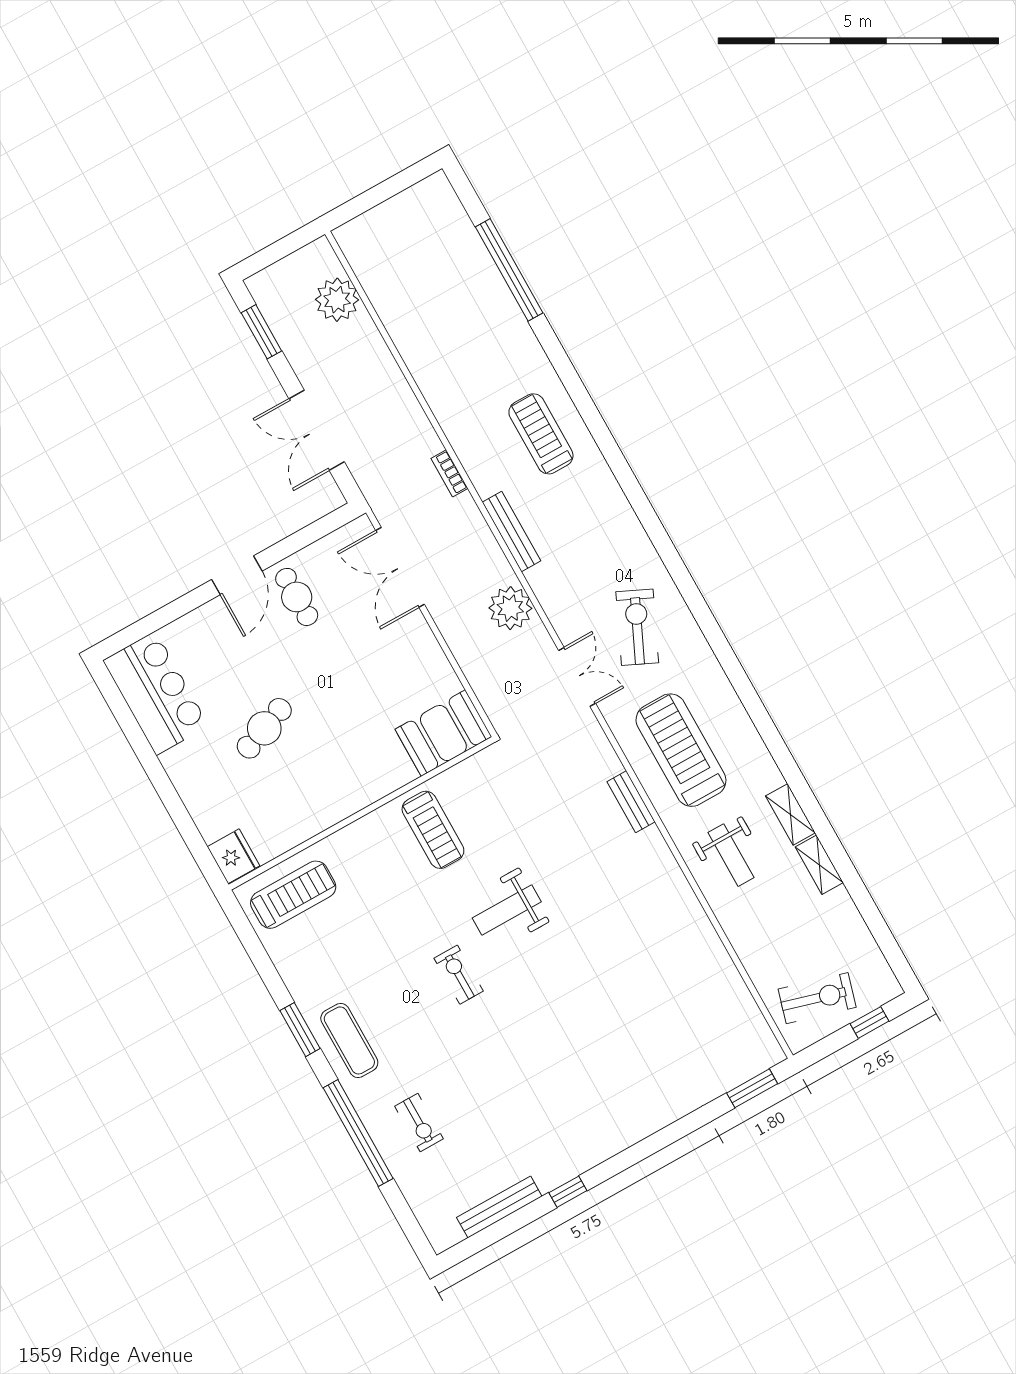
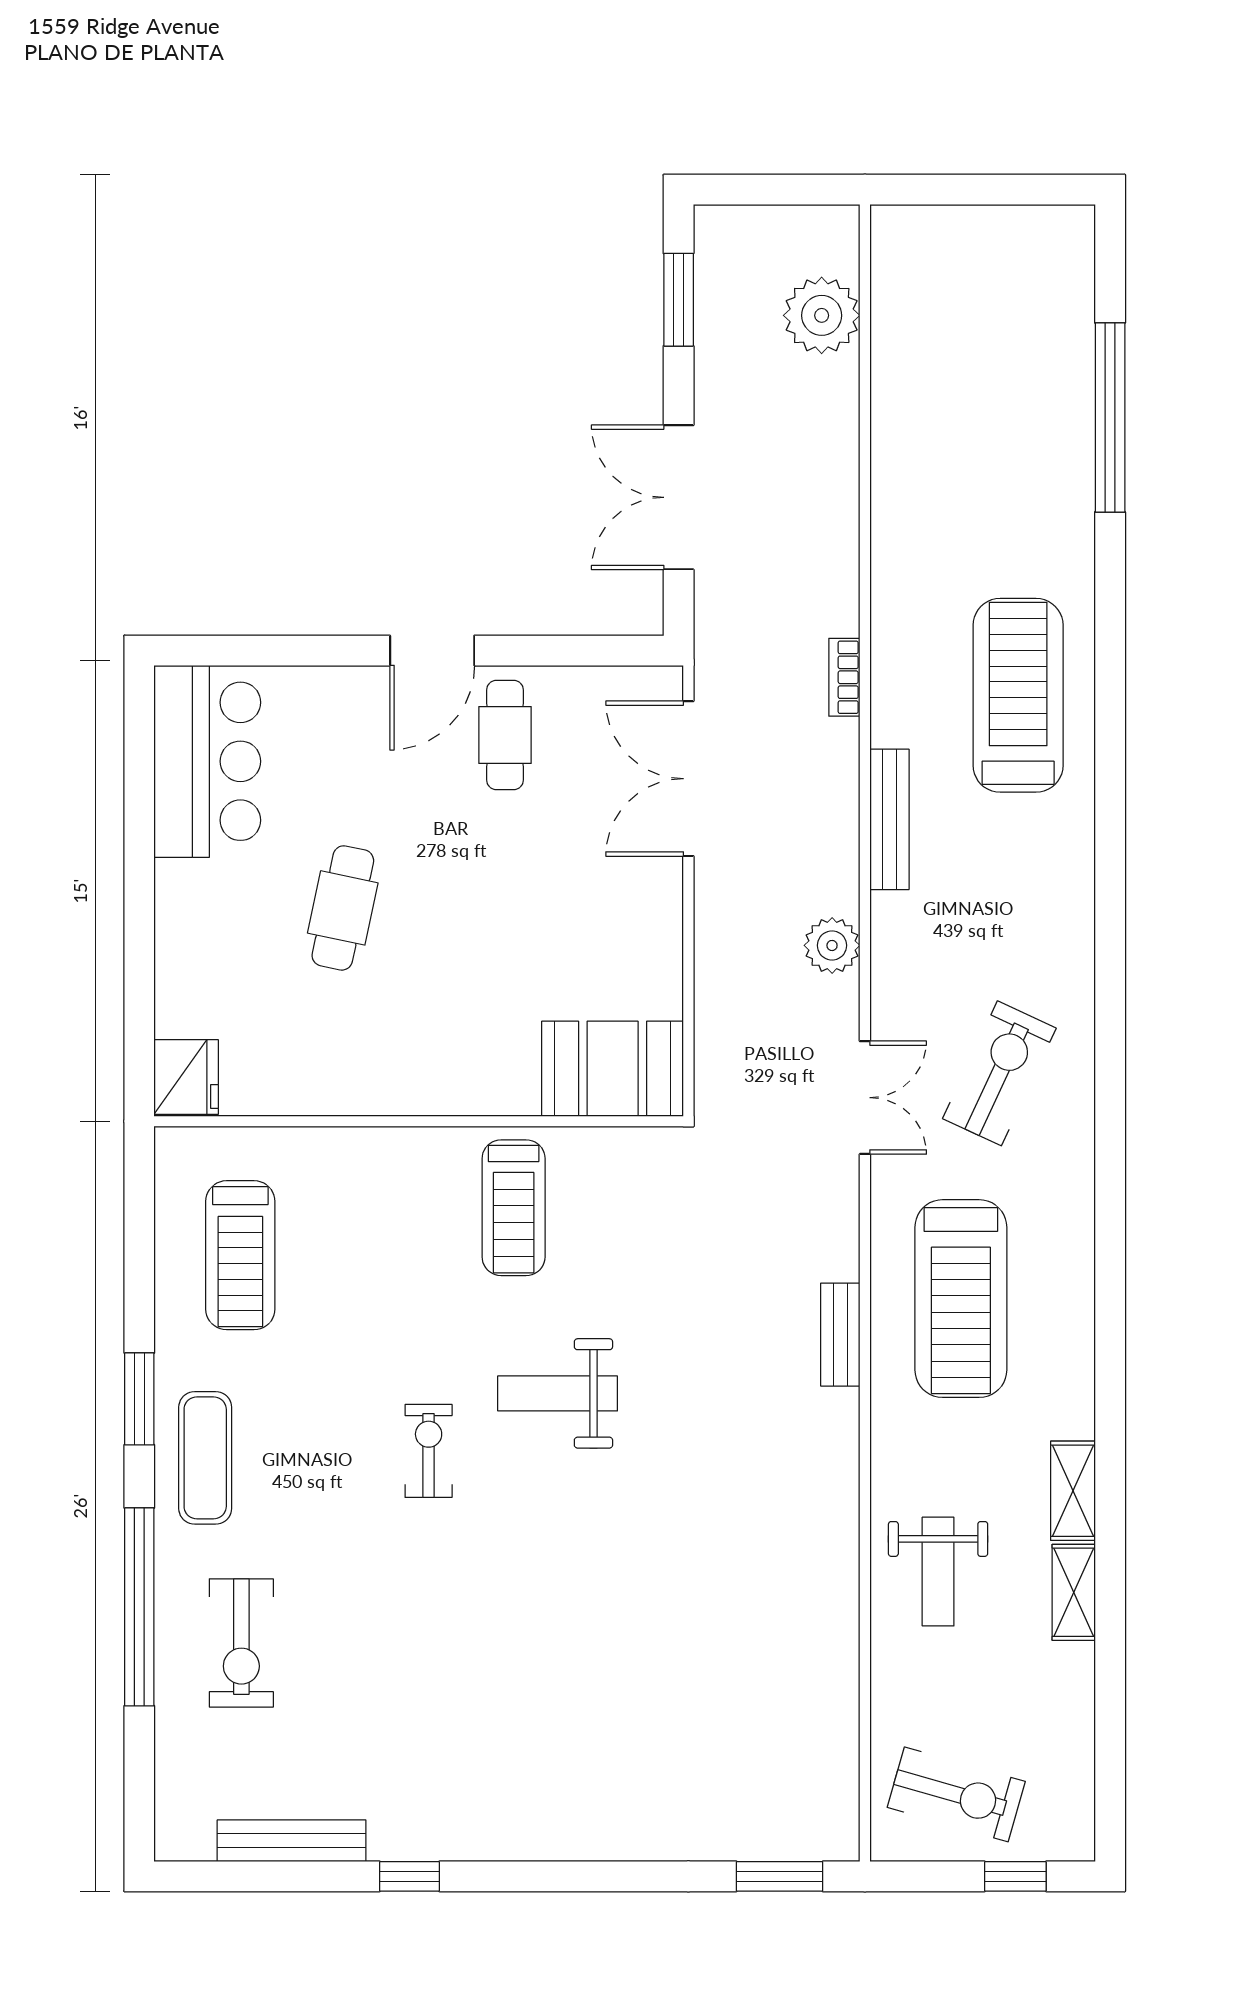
treadmill: (541, 434) -> (1018, 695), width x1.37, depth x1.38
plant: (510, 608) -> (832, 945), width x0.73, depth x0.73
cafe table: (264, 728) -> (343, 908), turned -57
treadmill: (681, 750) -> (961, 1299), turned 180
weight bench: (731, 855) -> (938, 1572), moved
treadmill: (293, 895) -> (240, 1255), moved, turned 90
exercise bike: (419, 1123) -> (241, 1643), width x1.38, depth x1.39

